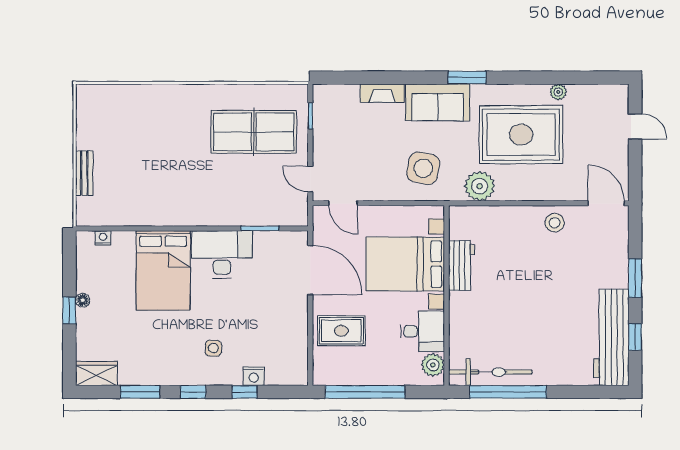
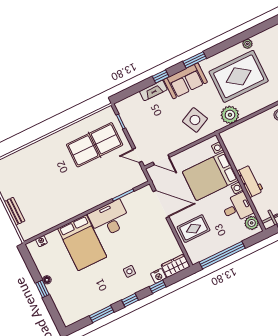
window: (403, 78) -> (161, 77), added
side table: (423, 168) -> (195, 120), turned -37
workbench: (462, 266) -> (250, 181), moved
wardrobe: (97, 374) -> (175, 266), moved

